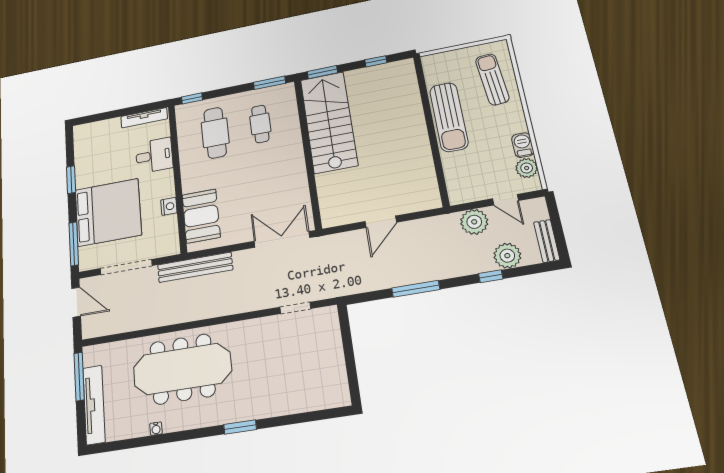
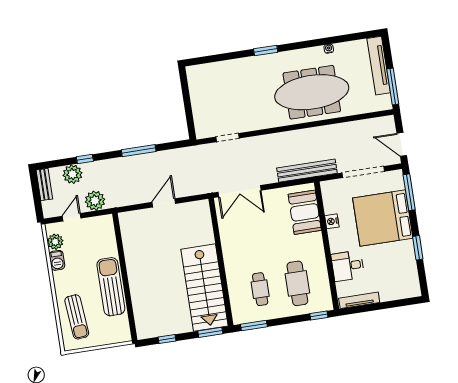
door: (506, 200) -> (72, 217), hinge flipped

